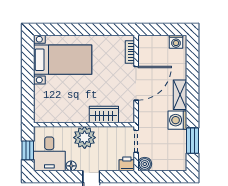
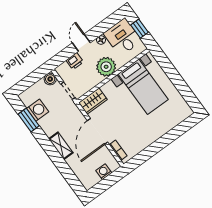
washing machine: (176, 42) -> (104, 172), moved
bed with nightstands: (63, 60) -> (143, 87), moved, turned -90
wardrobe: (104, 115) -> (93, 101), moved
washing machine: (177, 120) -> (38, 110), moved
printer: (127, 164) -> (75, 61), moved

